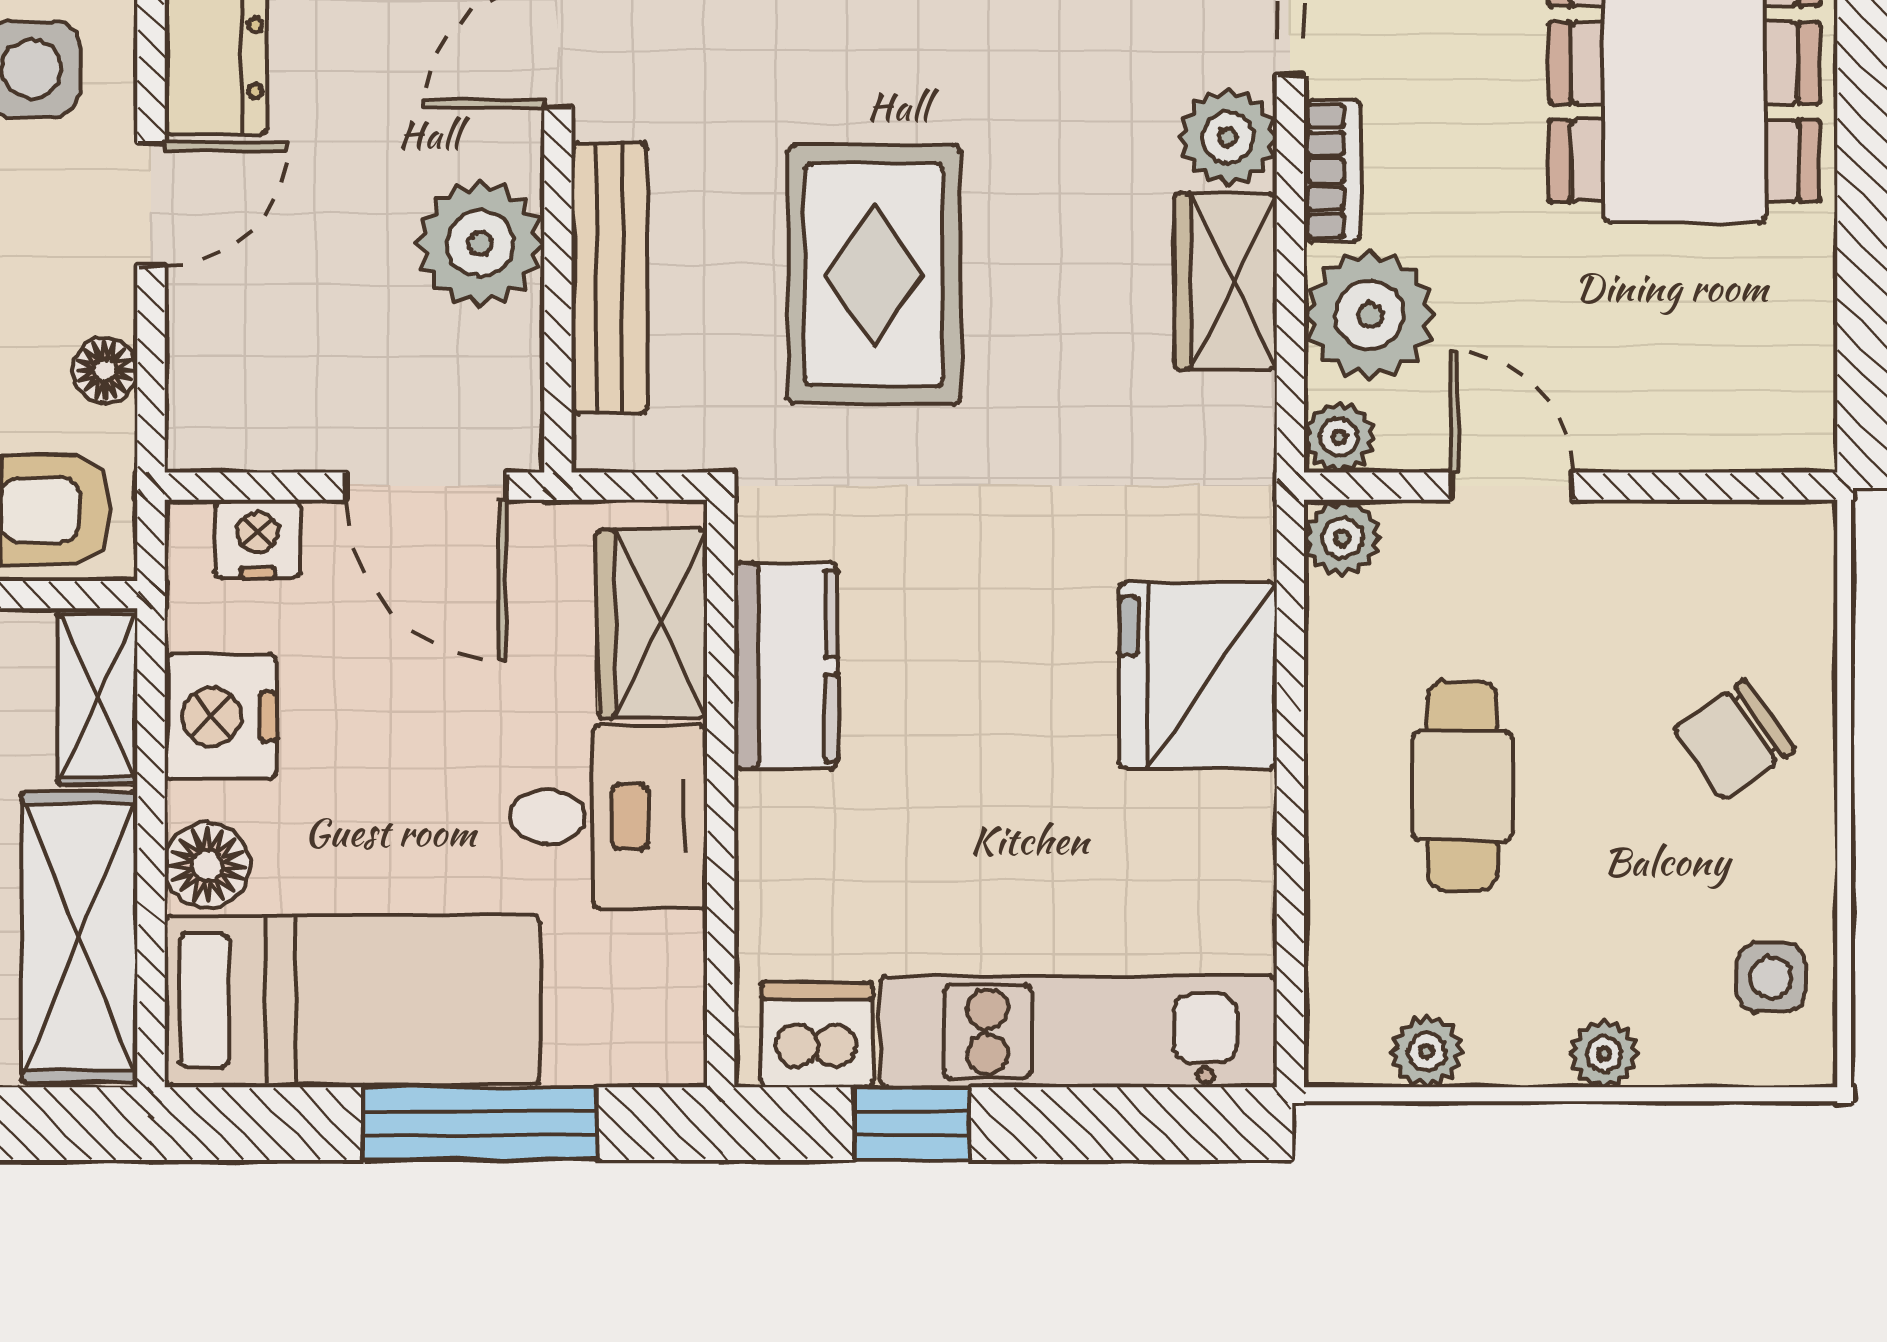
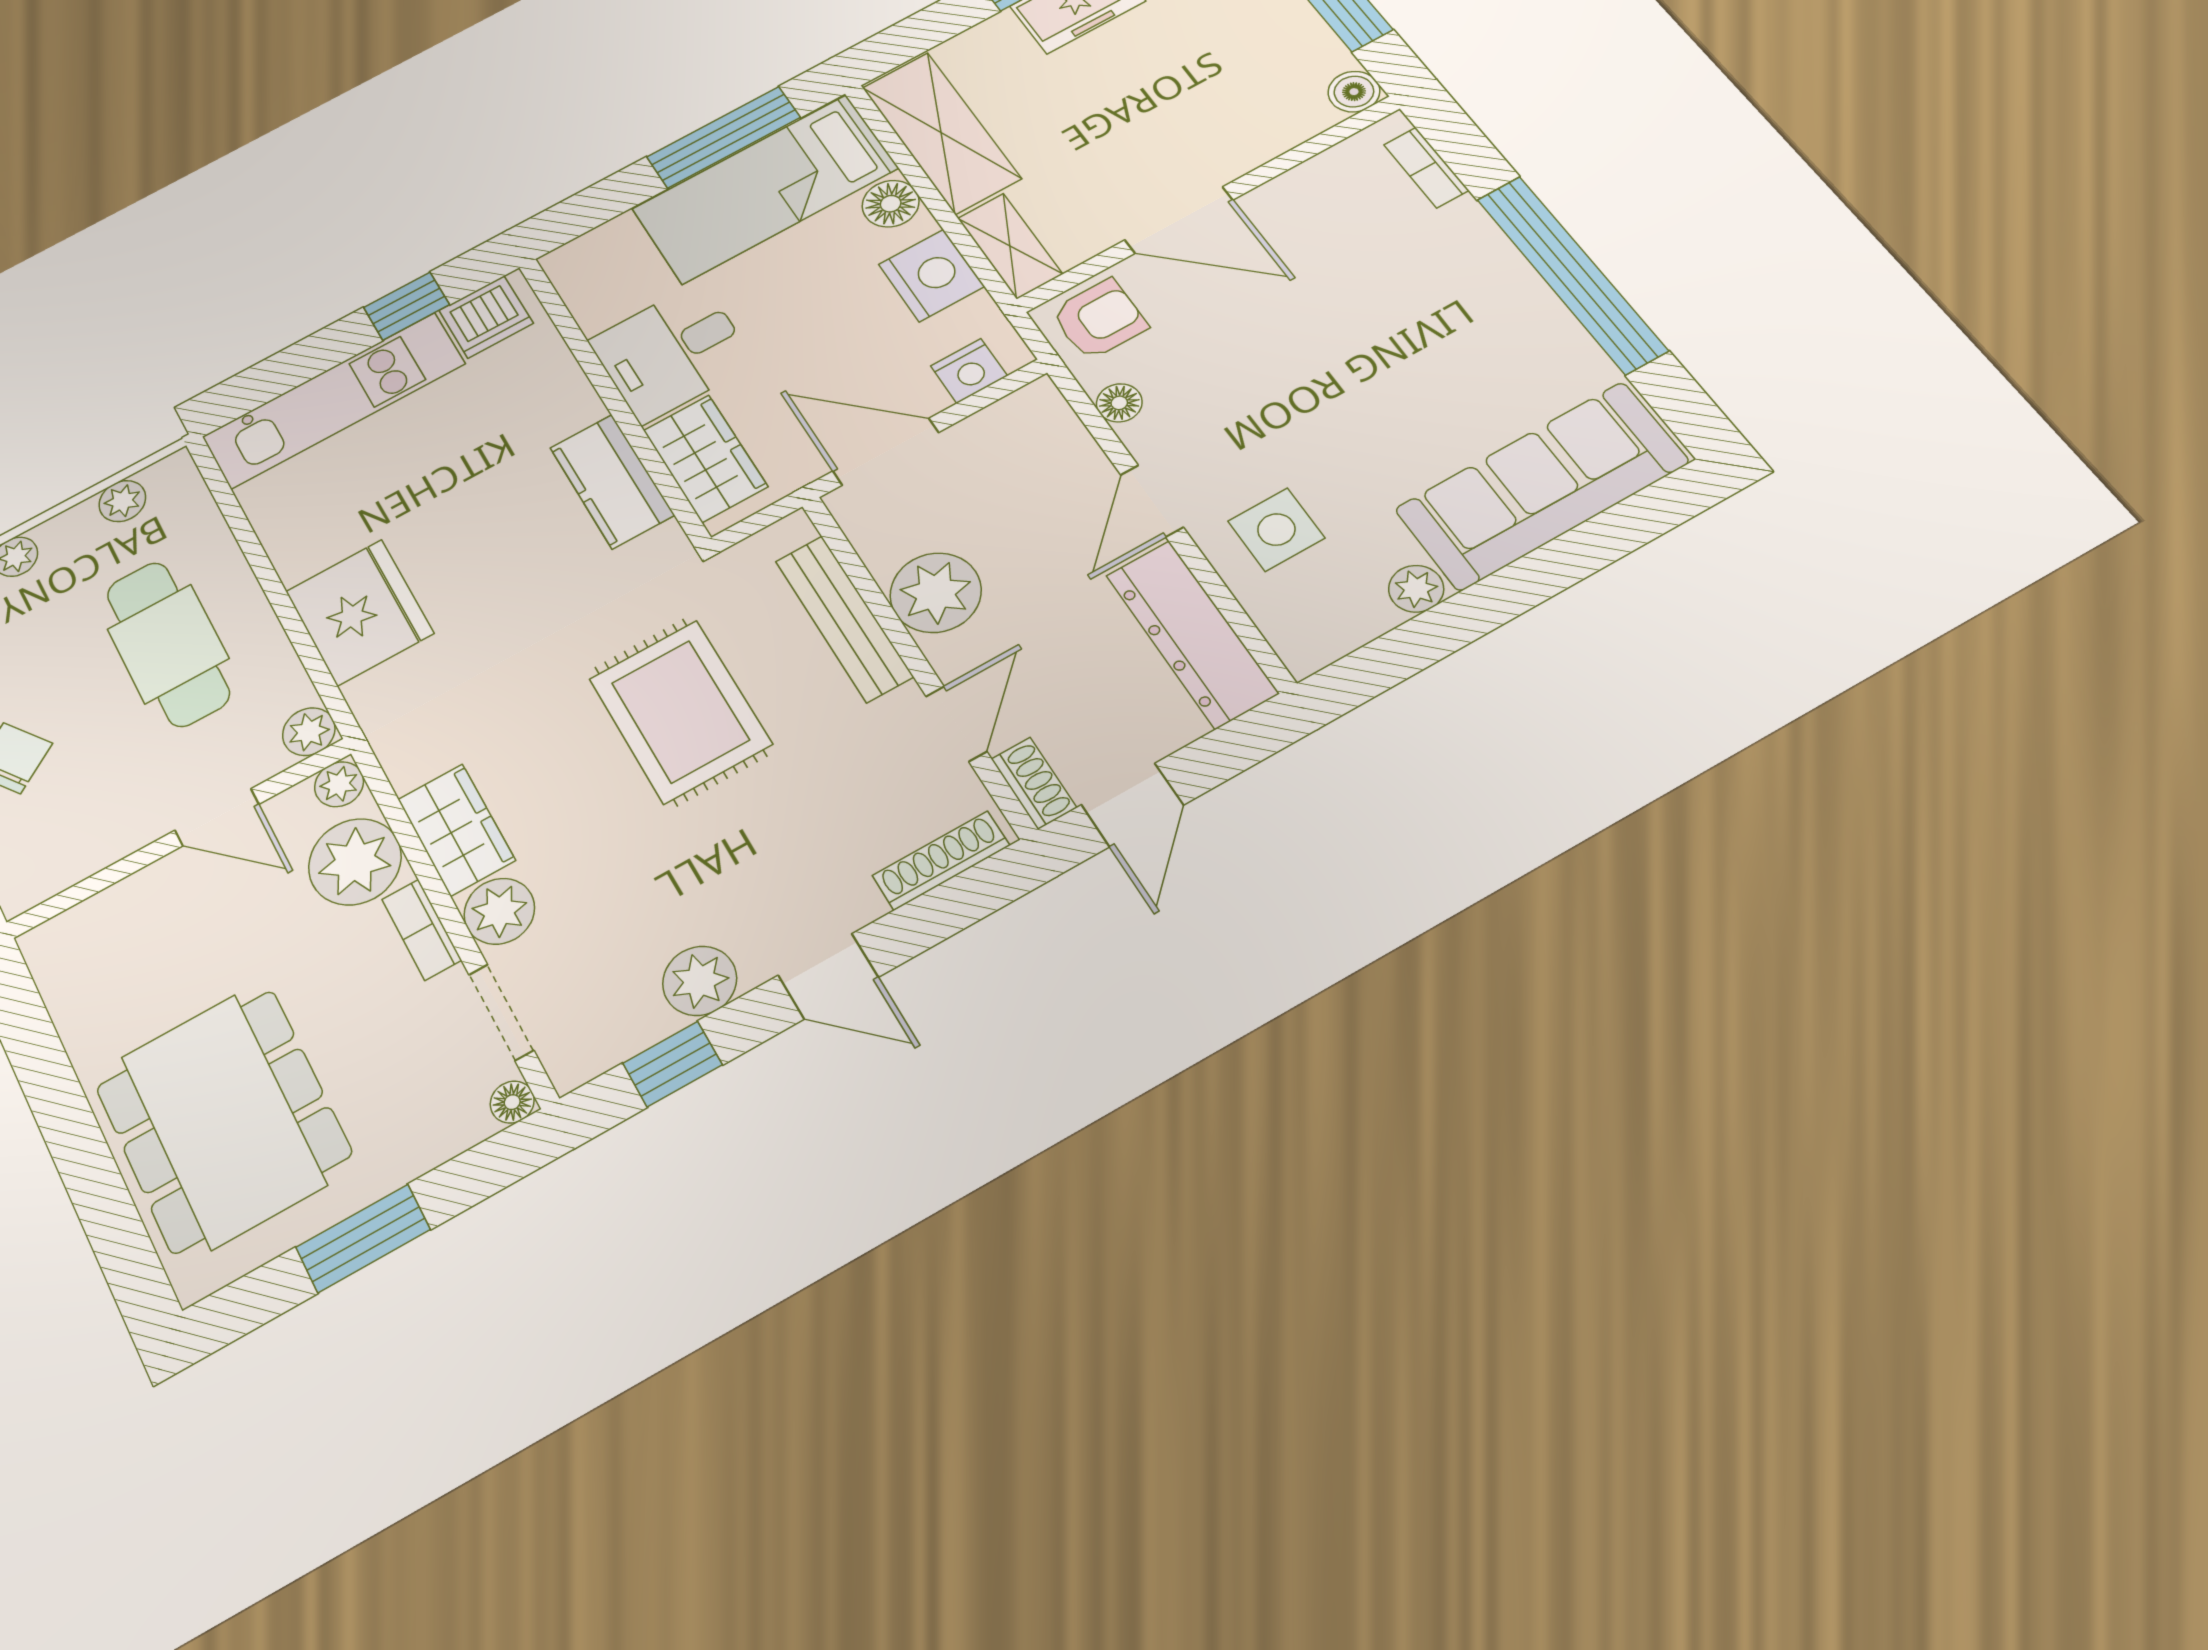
cafe table: (1462, 786) -> (168, 644), width x1.37, depth x1.35
window: (480, 1124) -> (723, 137), moved

